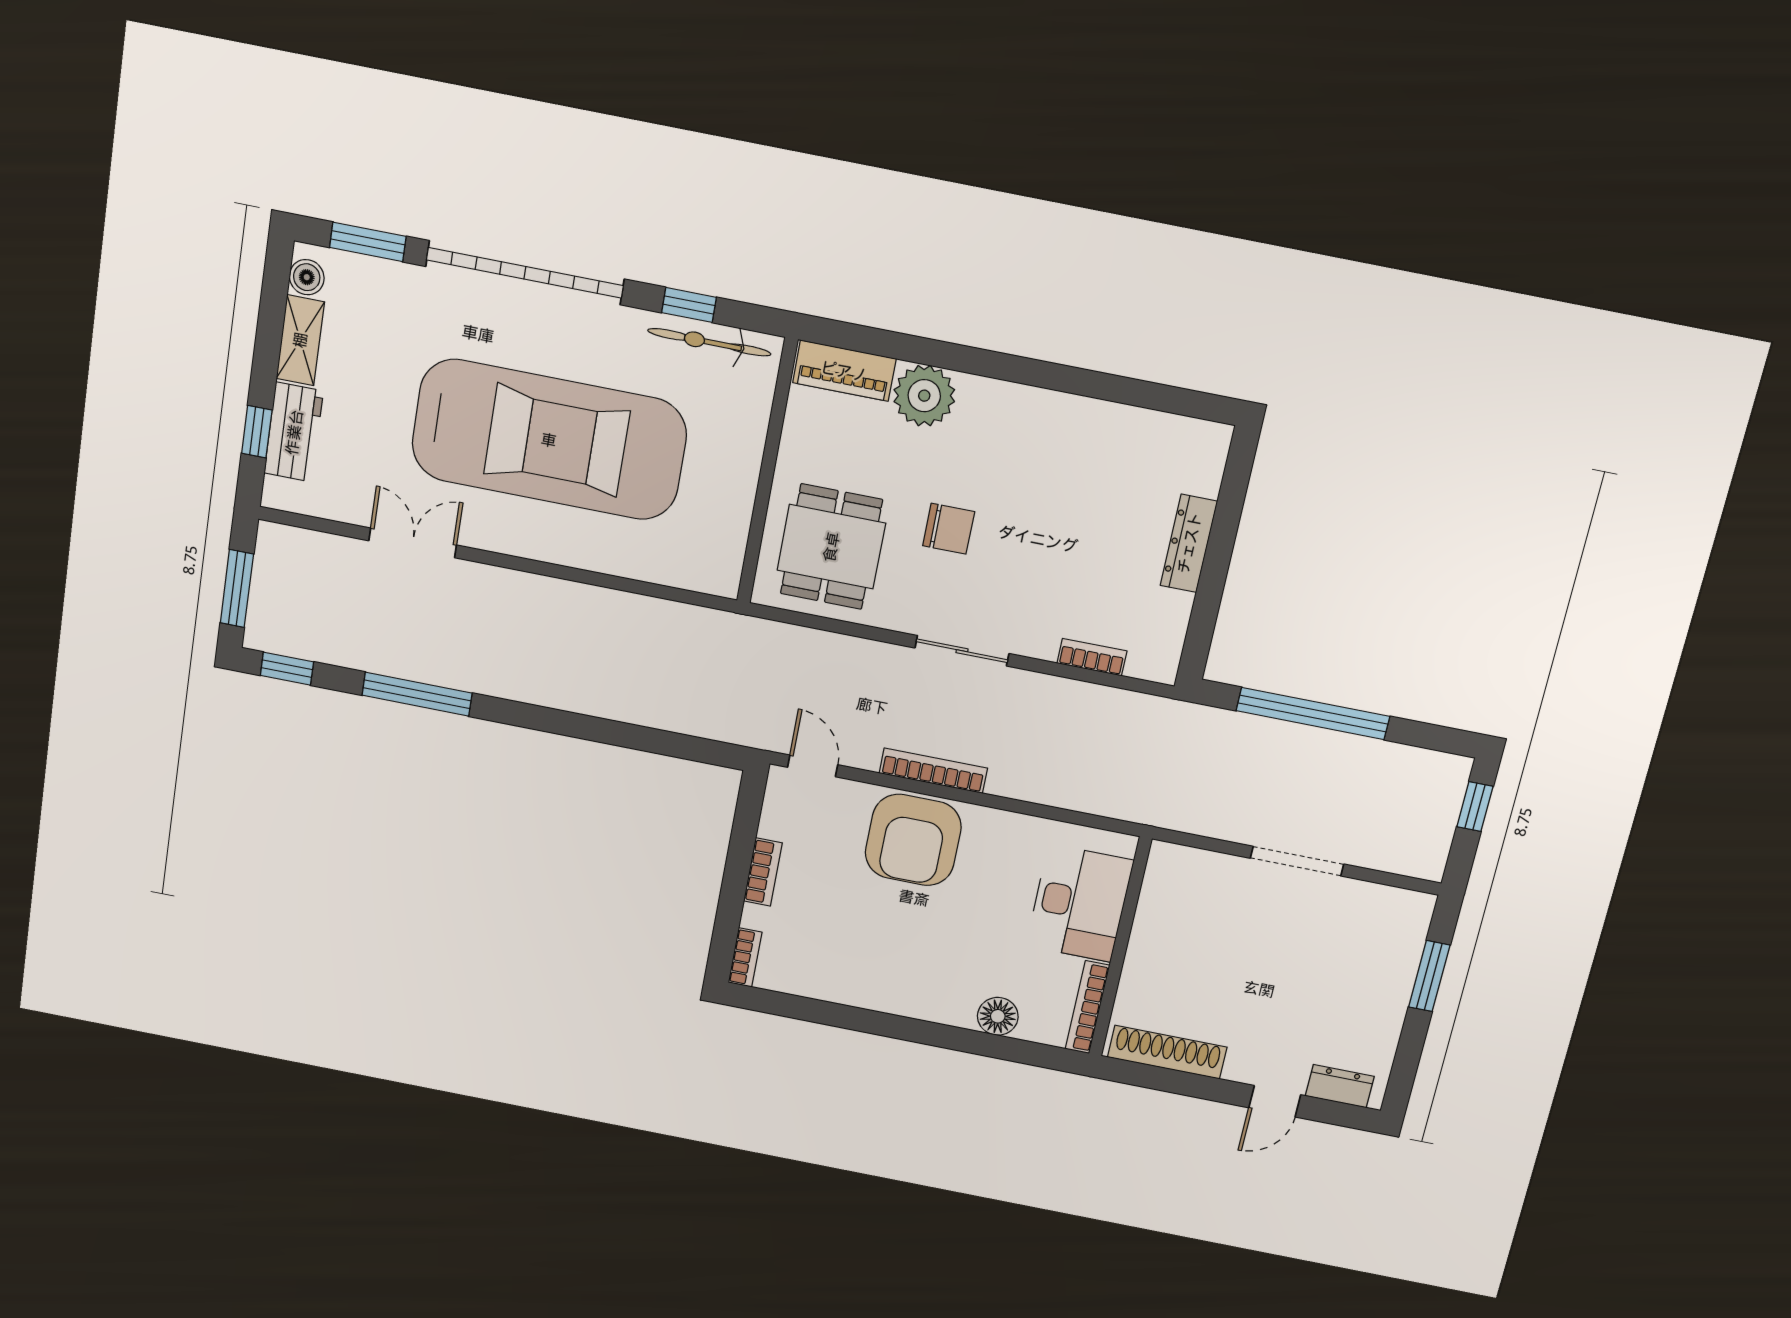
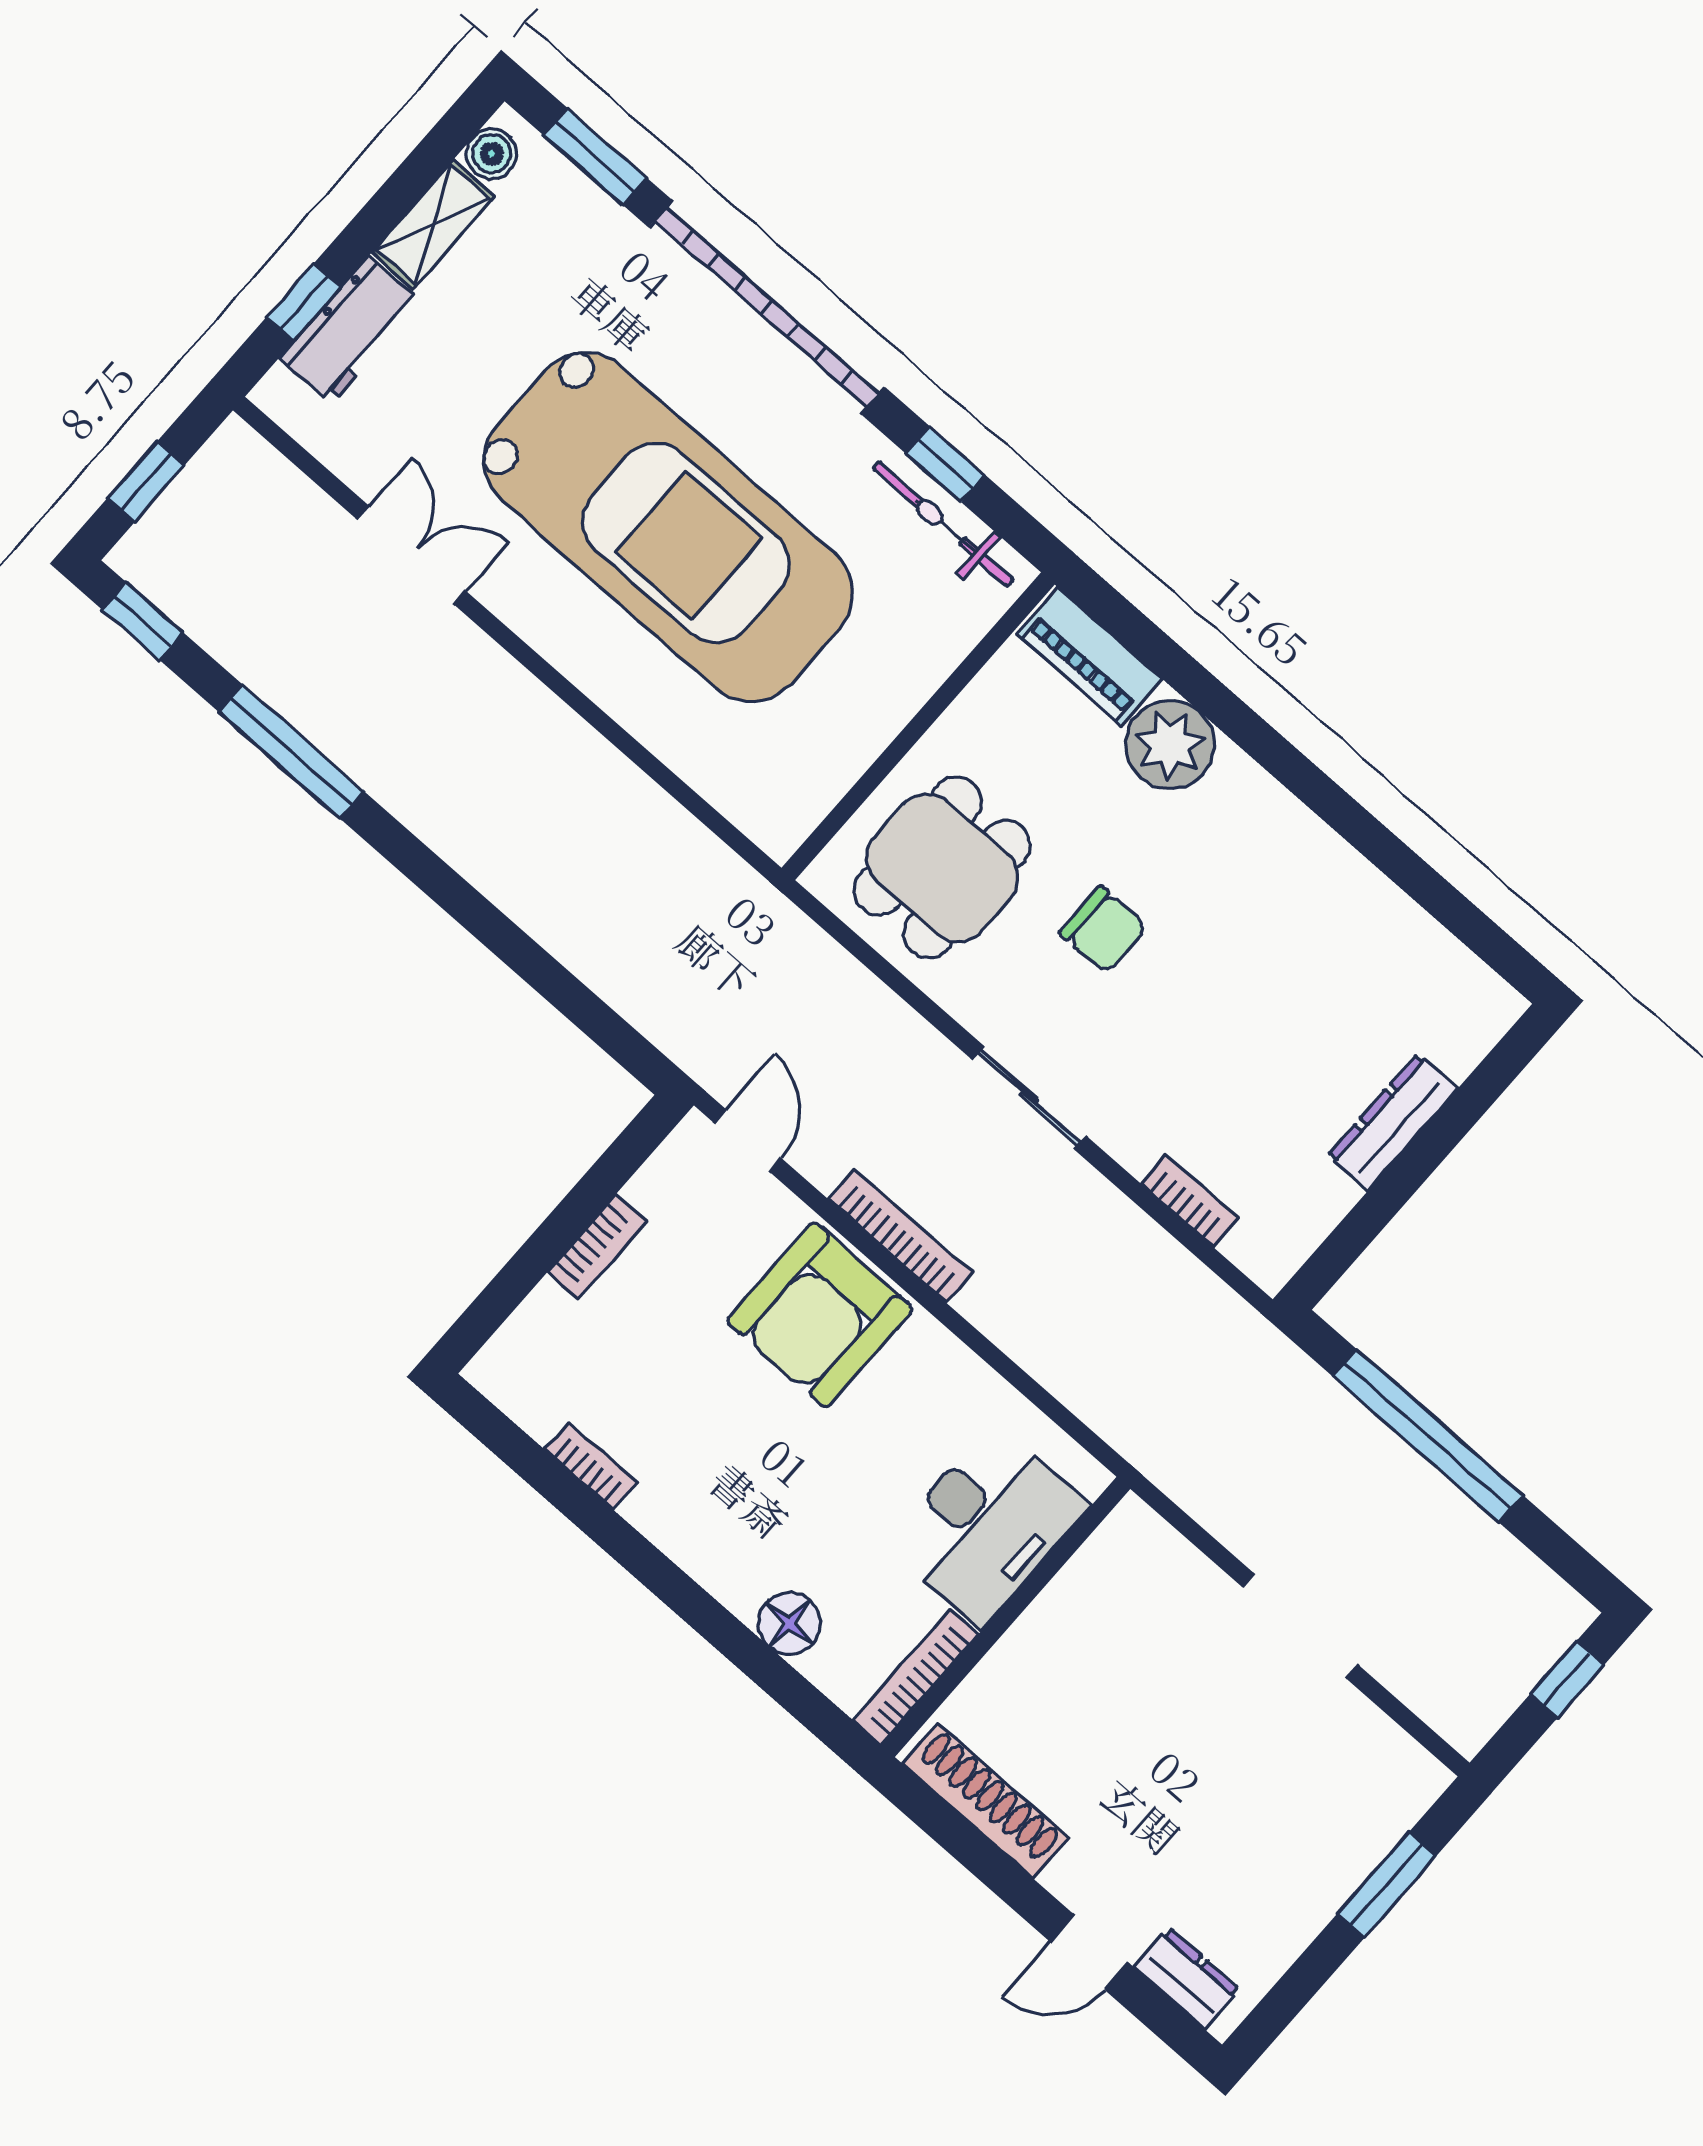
window: (237, 589) -> (146, 482), width x0.67
bookcase: (745, 957) -> (591, 1466), moved, turned -90

